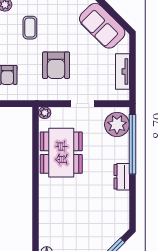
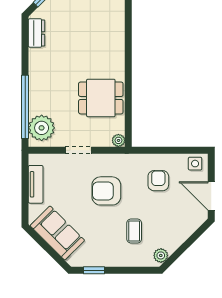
armchair: (56, 65) -> (106, 191), turned -90
dining table: (61, 153) -> (101, 98), width x0.73
dresser: (122, 177) -> (36, 33), moved

